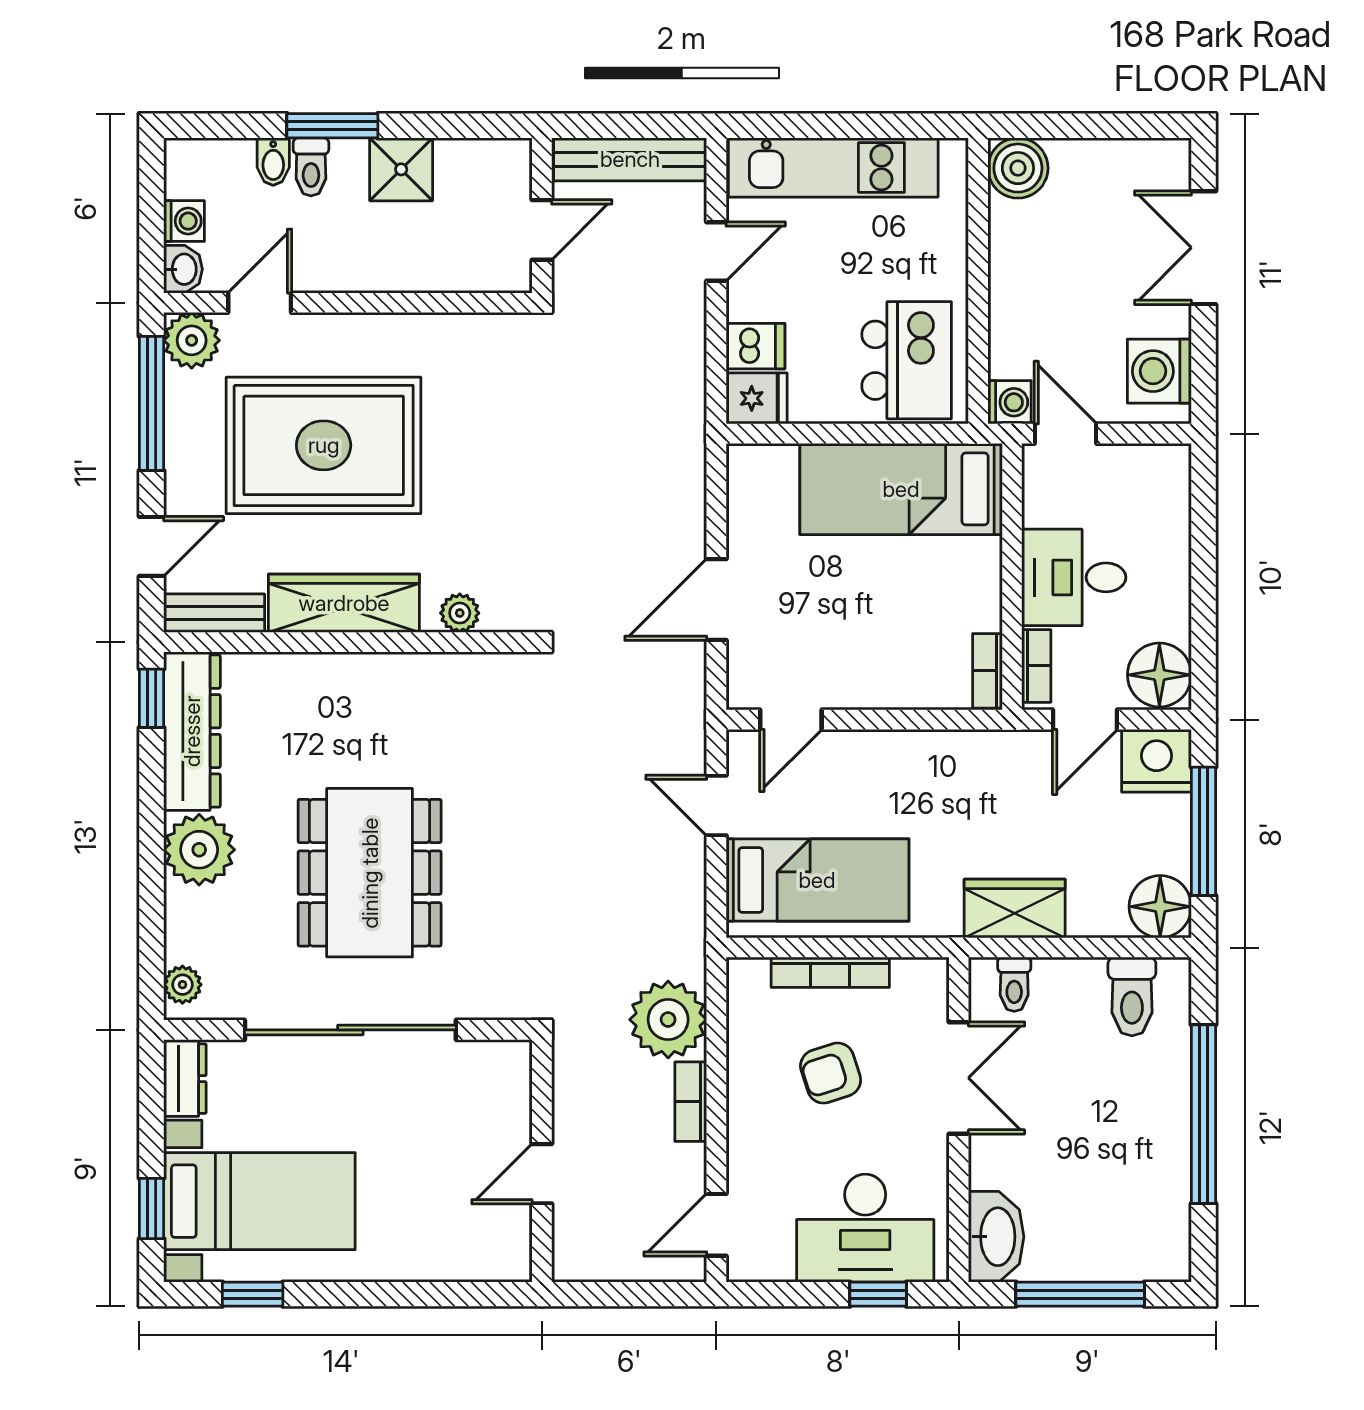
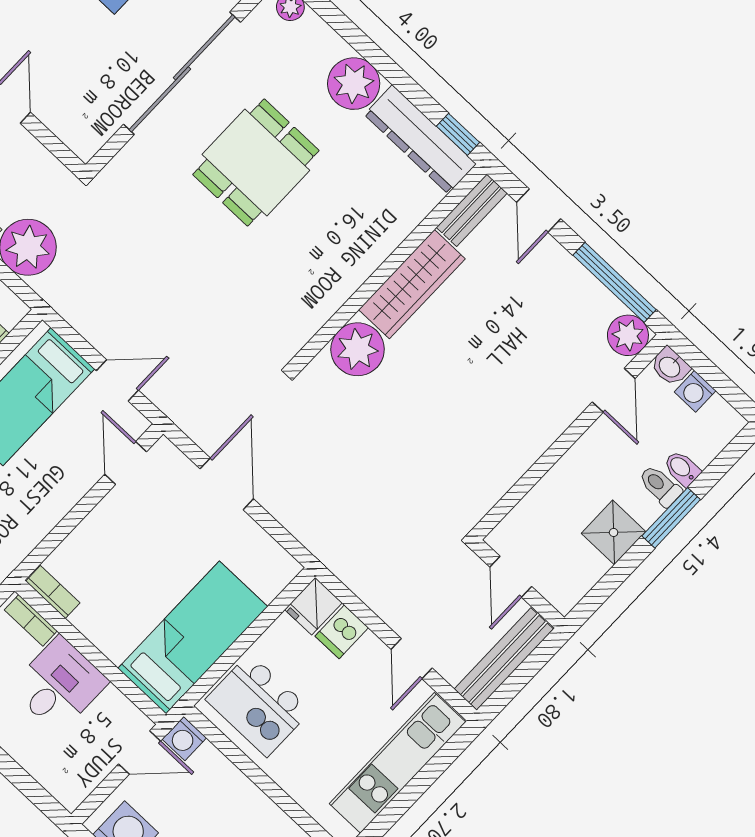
rug: (324, 445) -> (506, 353), removed
plant: (460, 613) -> (358, 349), width x1.87, depth x1.87
dining table: (370, 873) -> (256, 162), width x0.73

